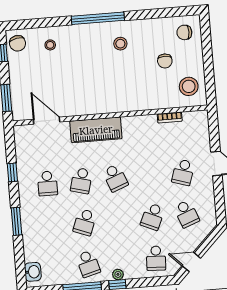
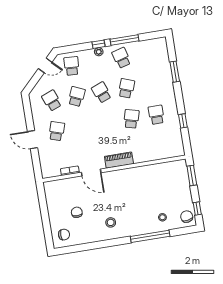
window: (98, 18) -> (150, 236), moved
stool: (189, 86) -> (58, 195), removed
door: (47, 121) -> (91, 173), moved
piano: (96, 130) -> (119, 160), width x0.73, depth x0.75
school desk: (115, 178) -> (101, 92), moved
window: (16, 221) -> (175, 72), moved
washbasin: (33, 272) -> (162, 49), removed

